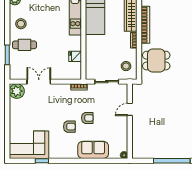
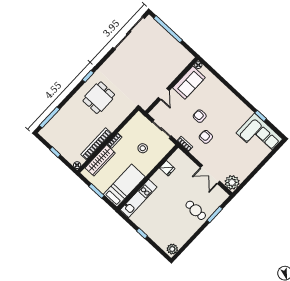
stool: (21, 24) -> (184, 228), removed
dining table: (156, 61) -> (99, 98), moved, turned 90
stool: (126, 66) -> (143, 148), moved
door: (130, 109) -> (164, 94), hinge flipped
armchair: (69, 127) -> (206, 137), moved
sofa: (93, 150) -> (189, 83), moved, turned -90

